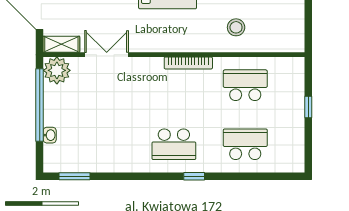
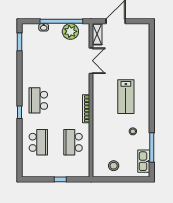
stool: (236, 27) -> (114, 166), moved
plant: (57, 70) -> (70, 31), moved
school desk: (245, 85) -> (73, 142), turned 180

